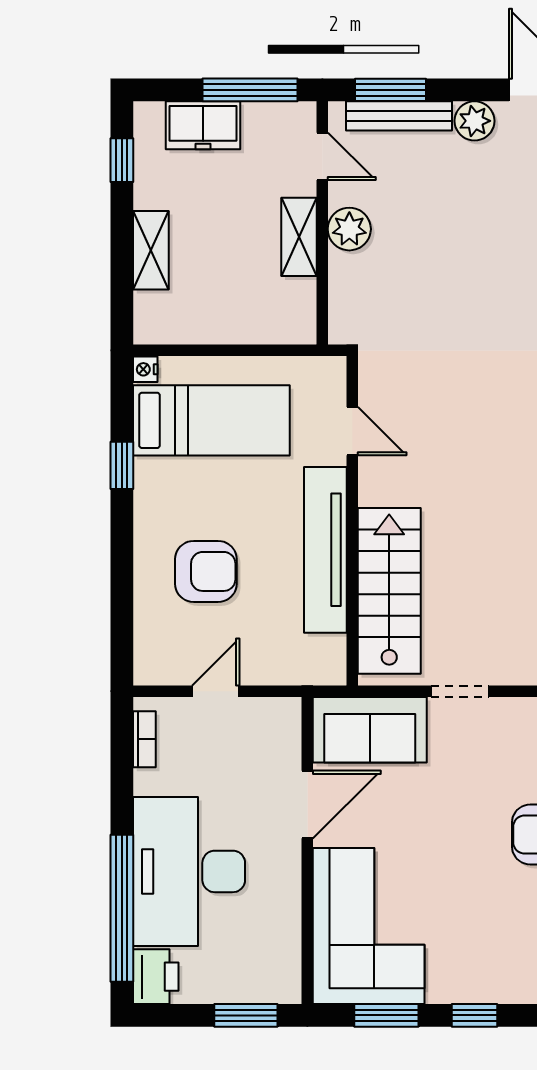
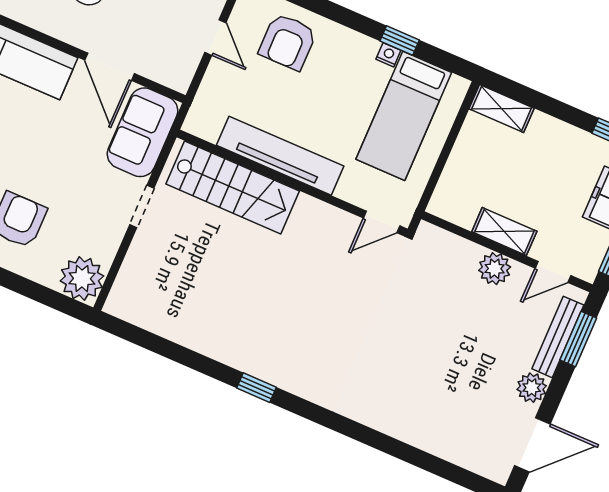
shelving: (151, 250) -> (502, 109), moved
nightstand: (145, 369) -> (388, 55), moved
door: (352, 431) -> (382, 222), moved
armchair: (206, 571) -> (288, 42), moved

